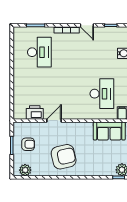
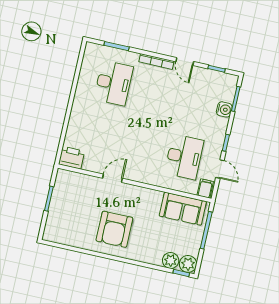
printer: (35, 112) -> (72, 158), moved
armchair: (28, 144) -> (71, 202), removed
armchair: (64, 157) -> (114, 229), turned 103
plant: (25, 170) -> (171, 261), moved

